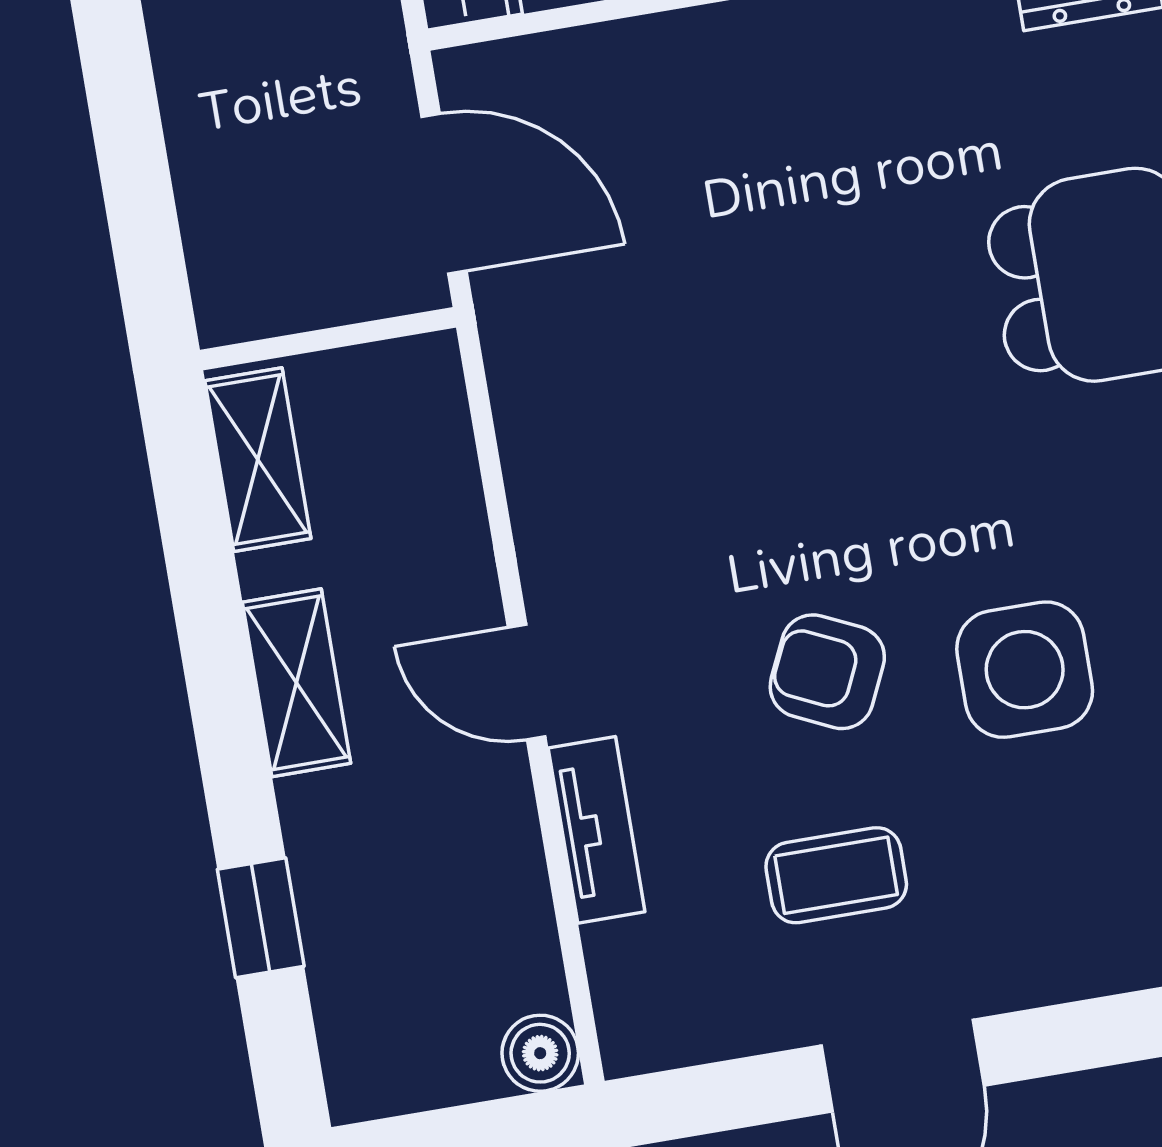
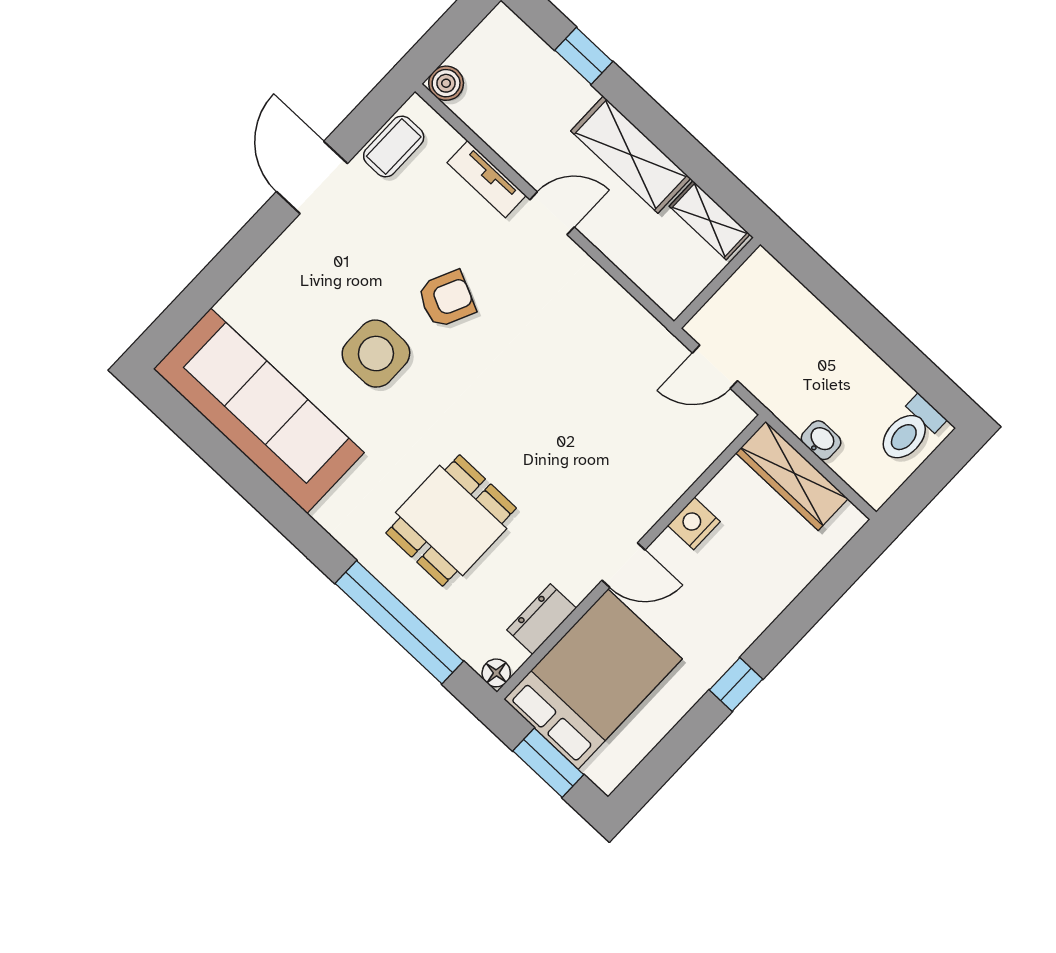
door: (444, 194) -> (715, 367), width x0.73
shelving: (297, 683) -> (631, 155), width x1.50, depth x1.33
coffee table: (836, 875) -> (394, 146), moved

